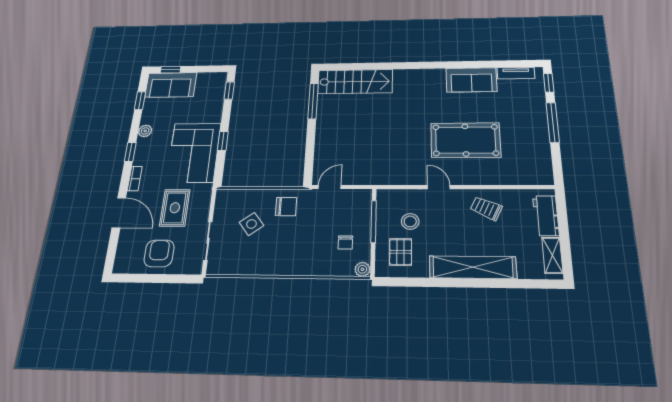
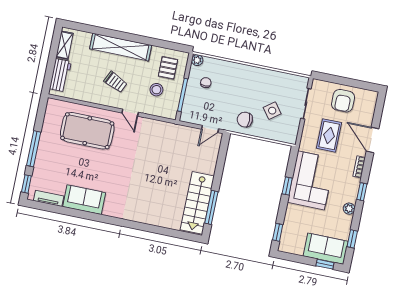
stairs: (355, 82) -> (197, 203), moved, turned -90
pool table: (466, 140) -> (87, 131), moved
trolley: (486, 208) -> (115, 82), moved

